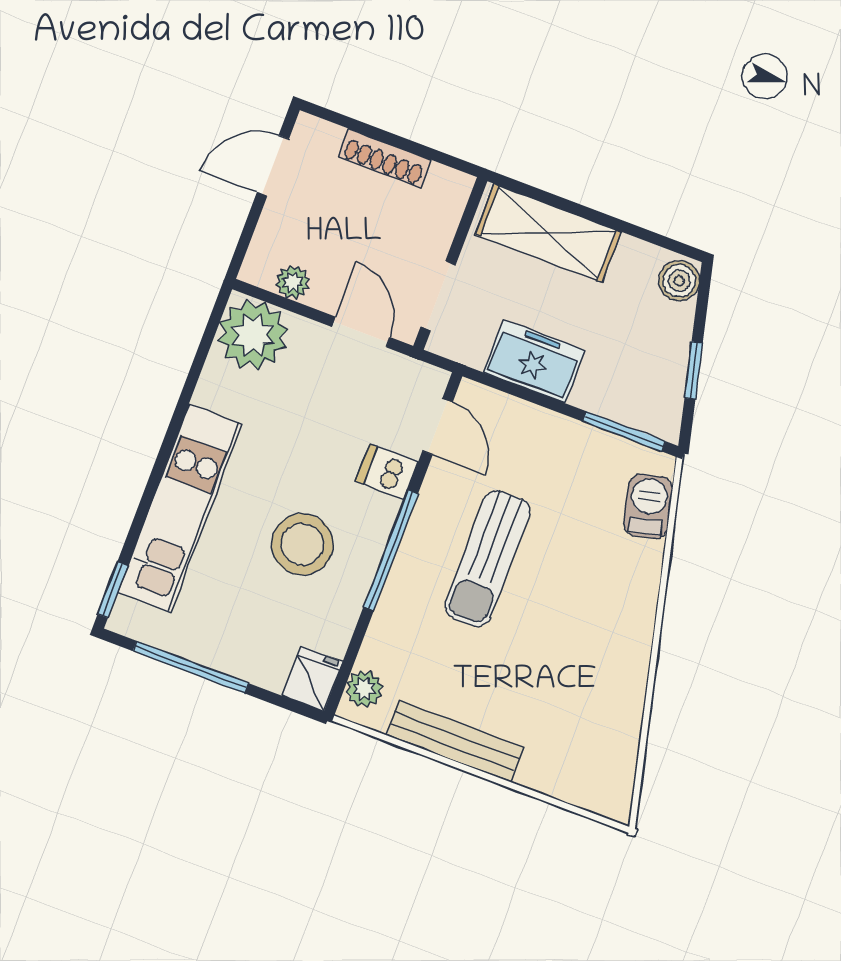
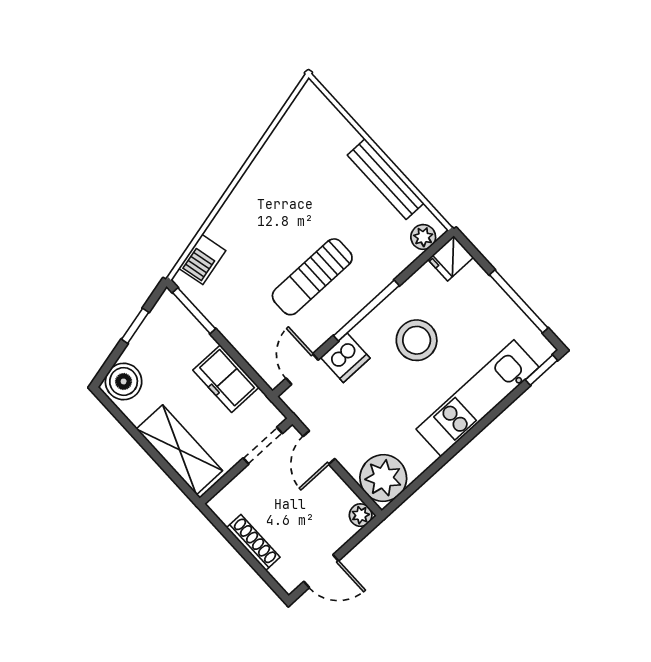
boiler: (679, 281) -> (124, 381), width x1.36, depth x1.36
plant: (293, 282) -> (361, 515), moved
dishwasher: (387, 472) -> (345, 358), width x1.38
sun lounger: (487, 559) -> (312, 277), turned 180

